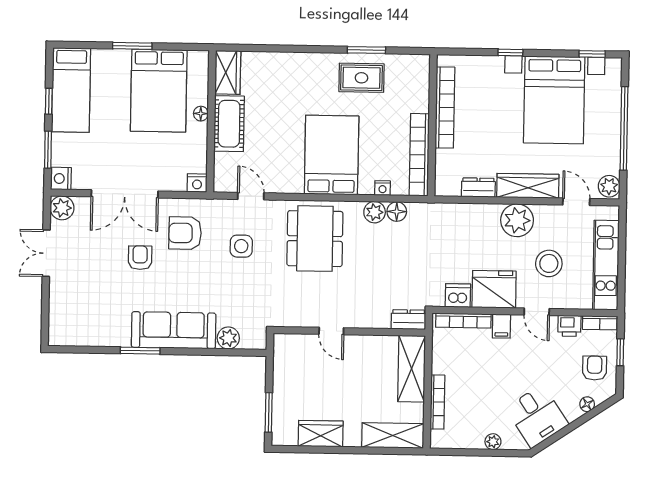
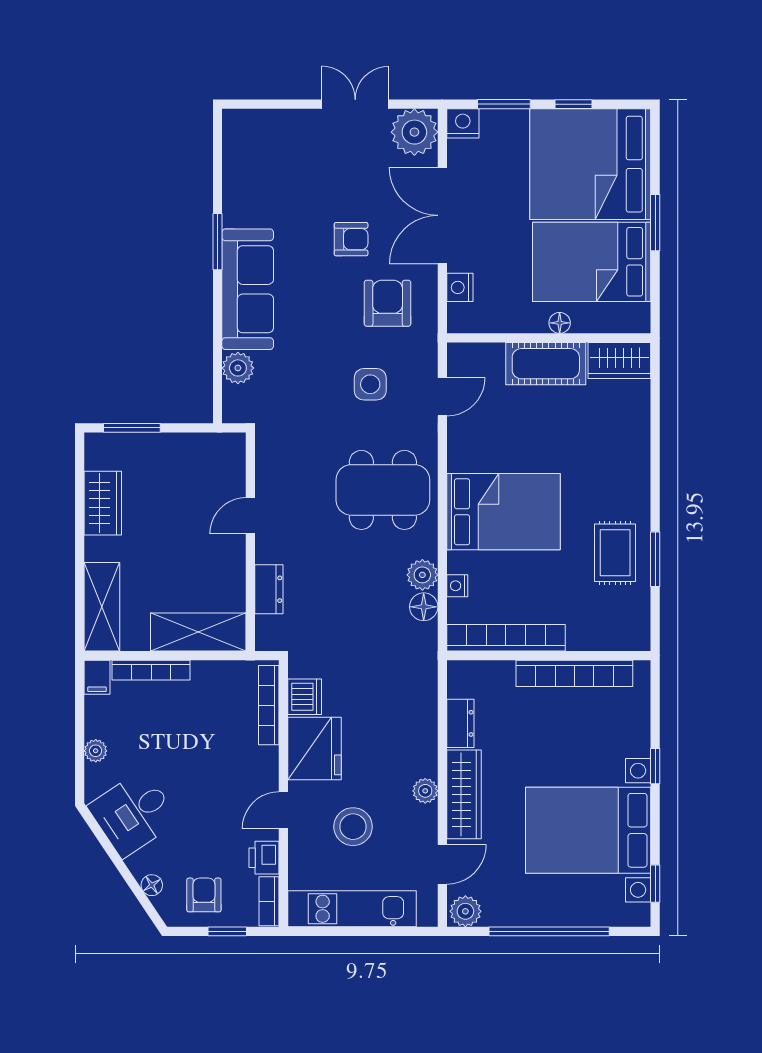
bed: (71, 90) -> (590, 164), width x2.04
nightstand: (197, 183) -> (460, 287), moved
plant: (62, 208) -> (414, 132), width x1.36, depth x1.36
plant: (517, 220) -> (425, 791), width x0.53, depth x0.53
dresser: (409, 320) -> (269, 589), moved
filing cabinet: (501, 326) -> (97, 677), moved, turned -90
armchair: (595, 368) -> (204, 895), turned -90

